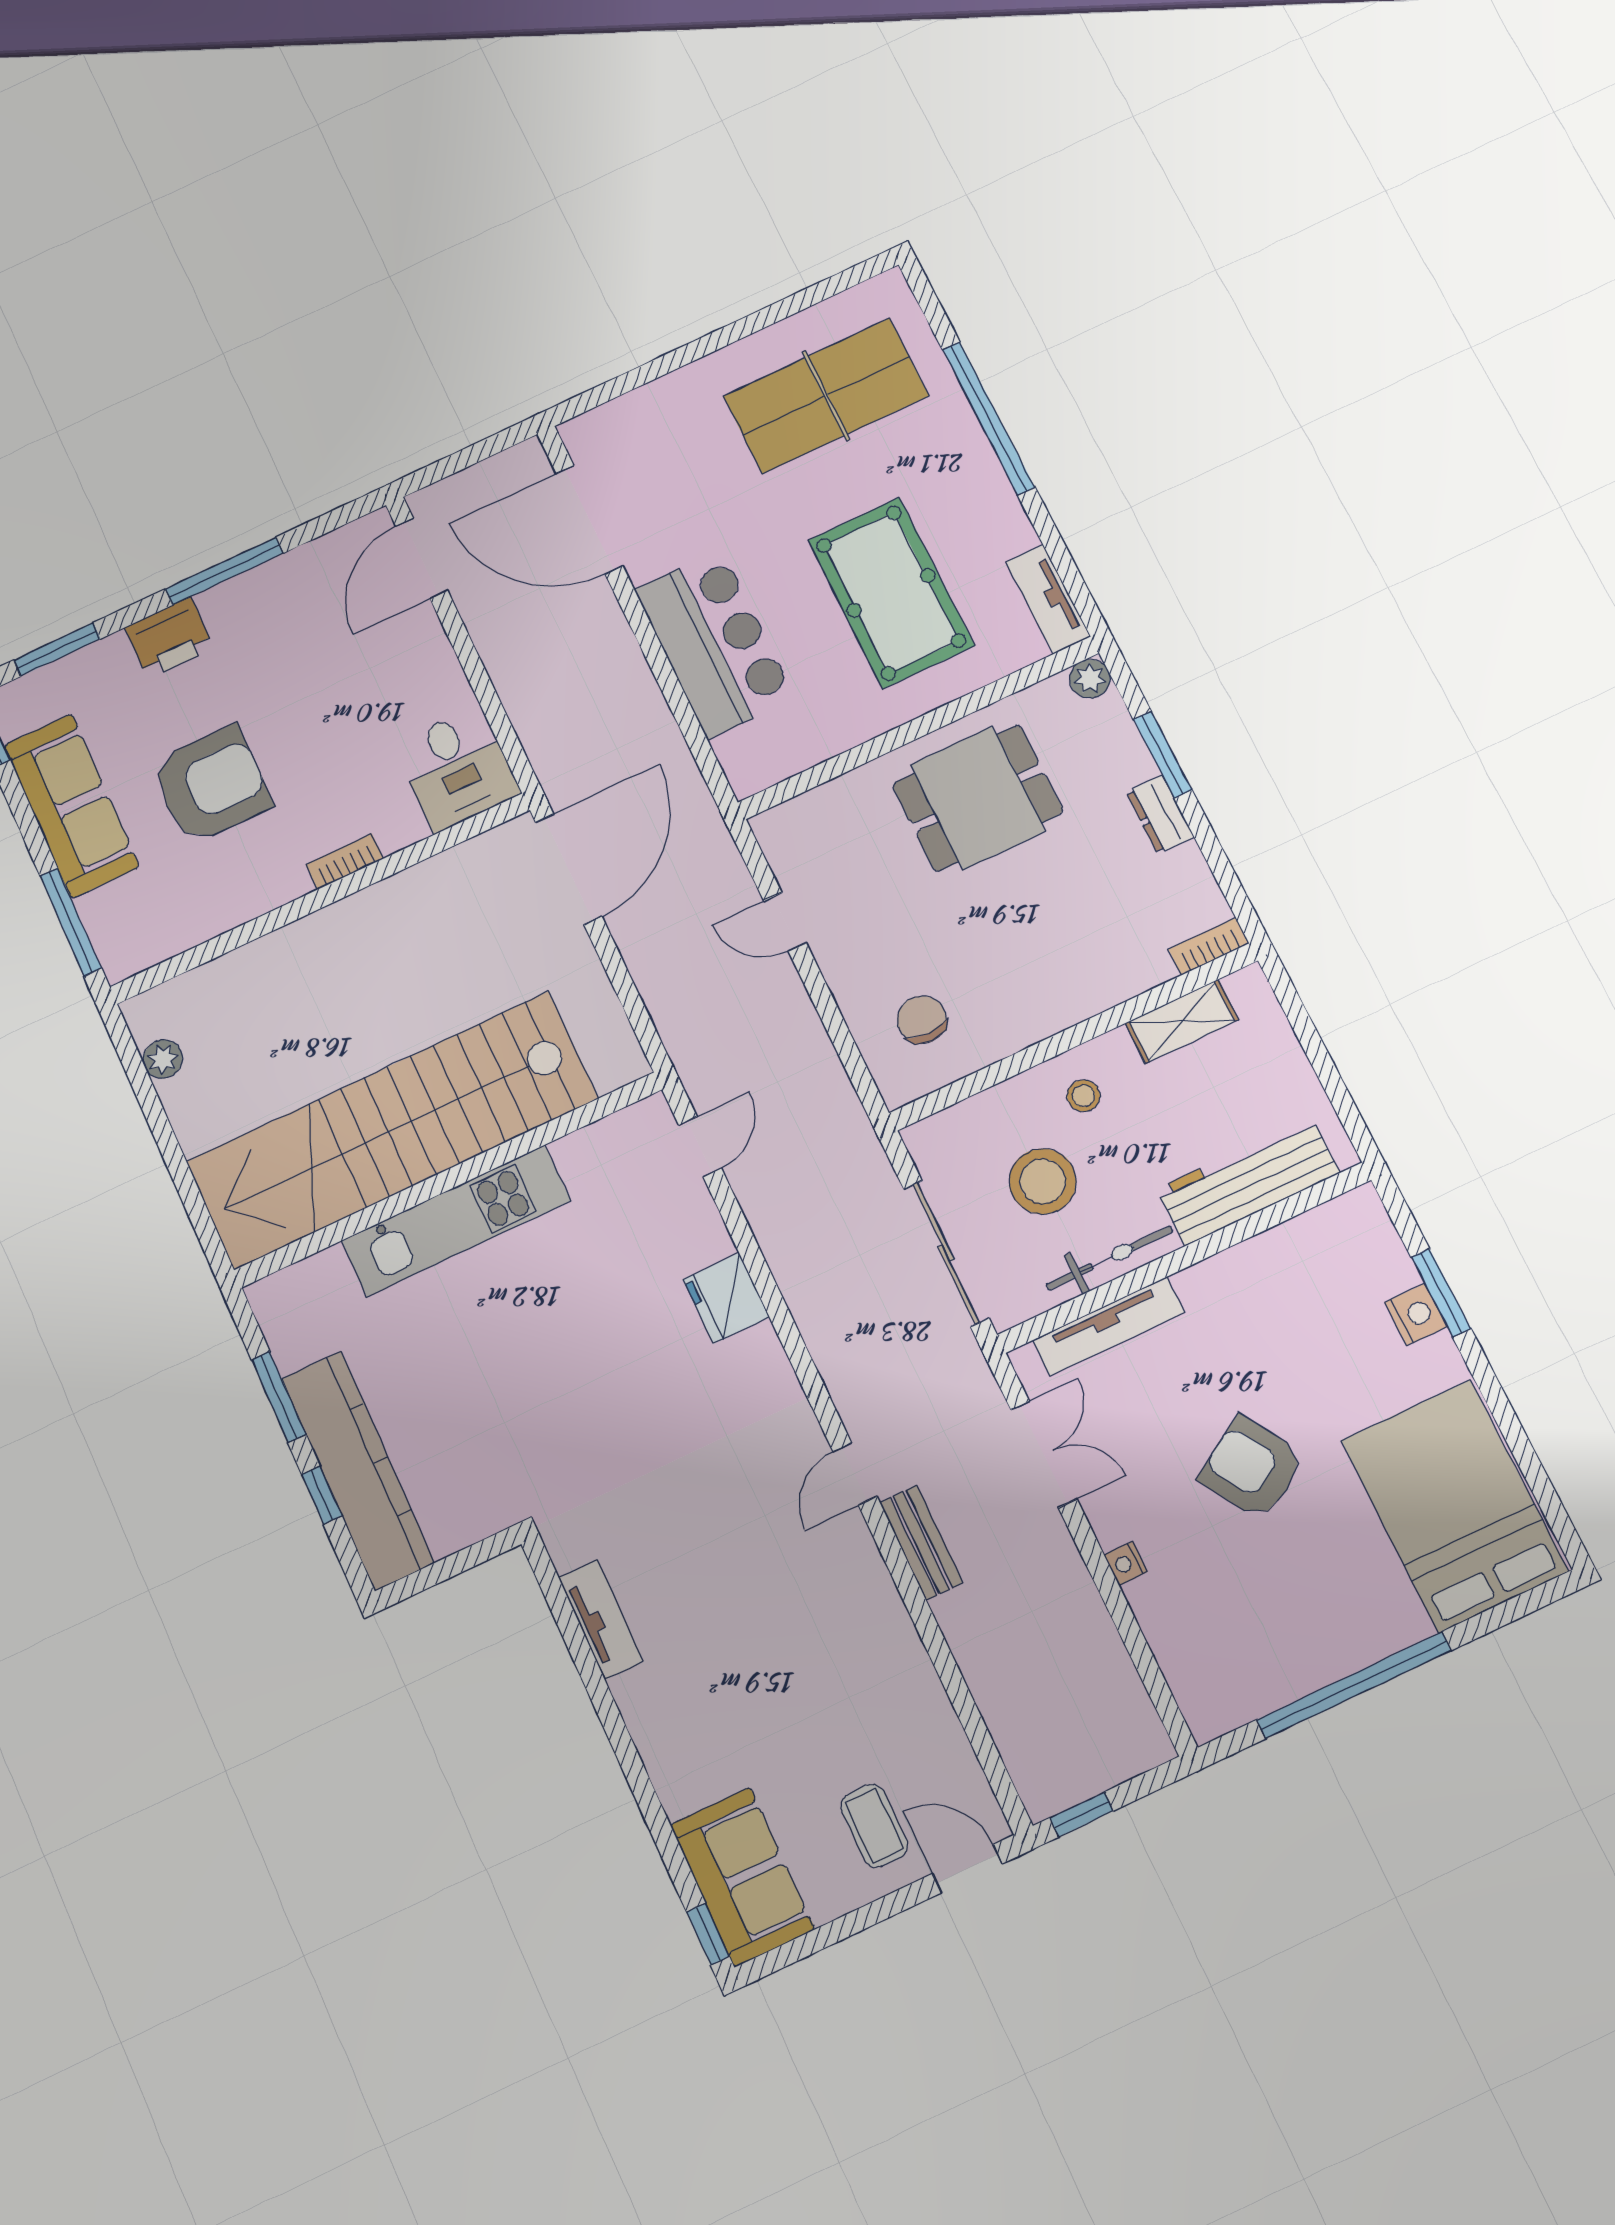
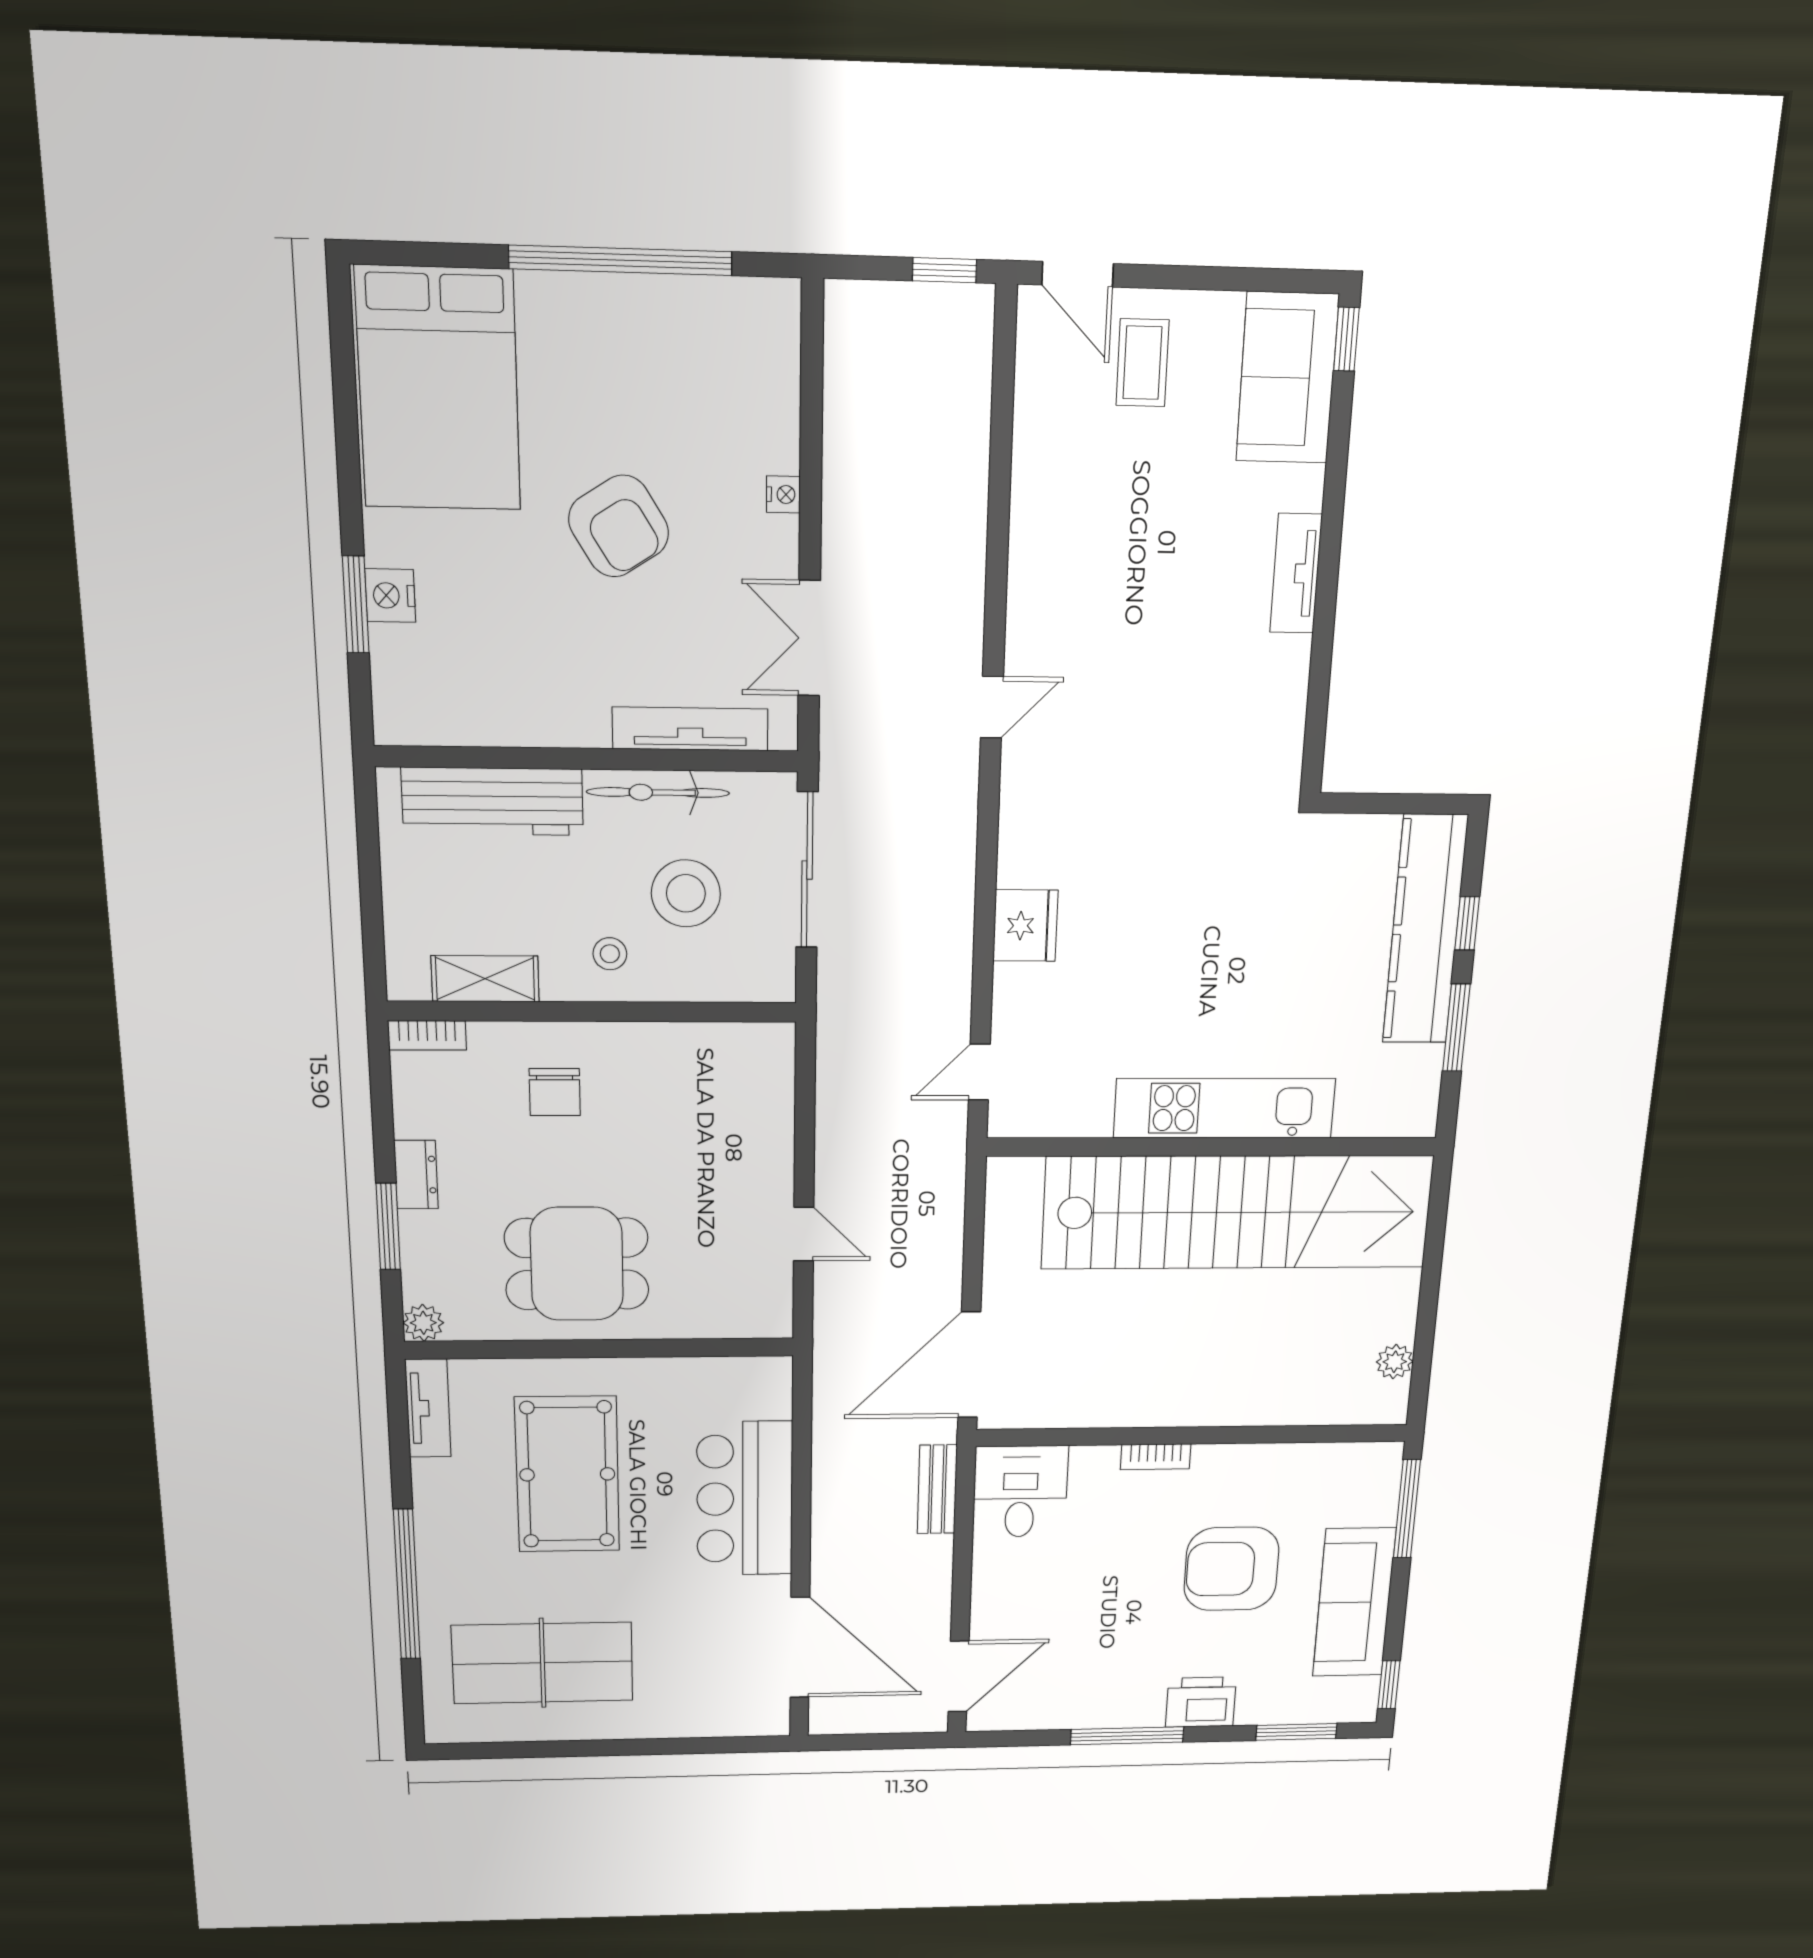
chair: (922, 1020) -> (555, 1092), moved
bench: (921, 1543) -> (937, 1489), moved
tv unit: (601, 1620) -> (1296, 573), moved

